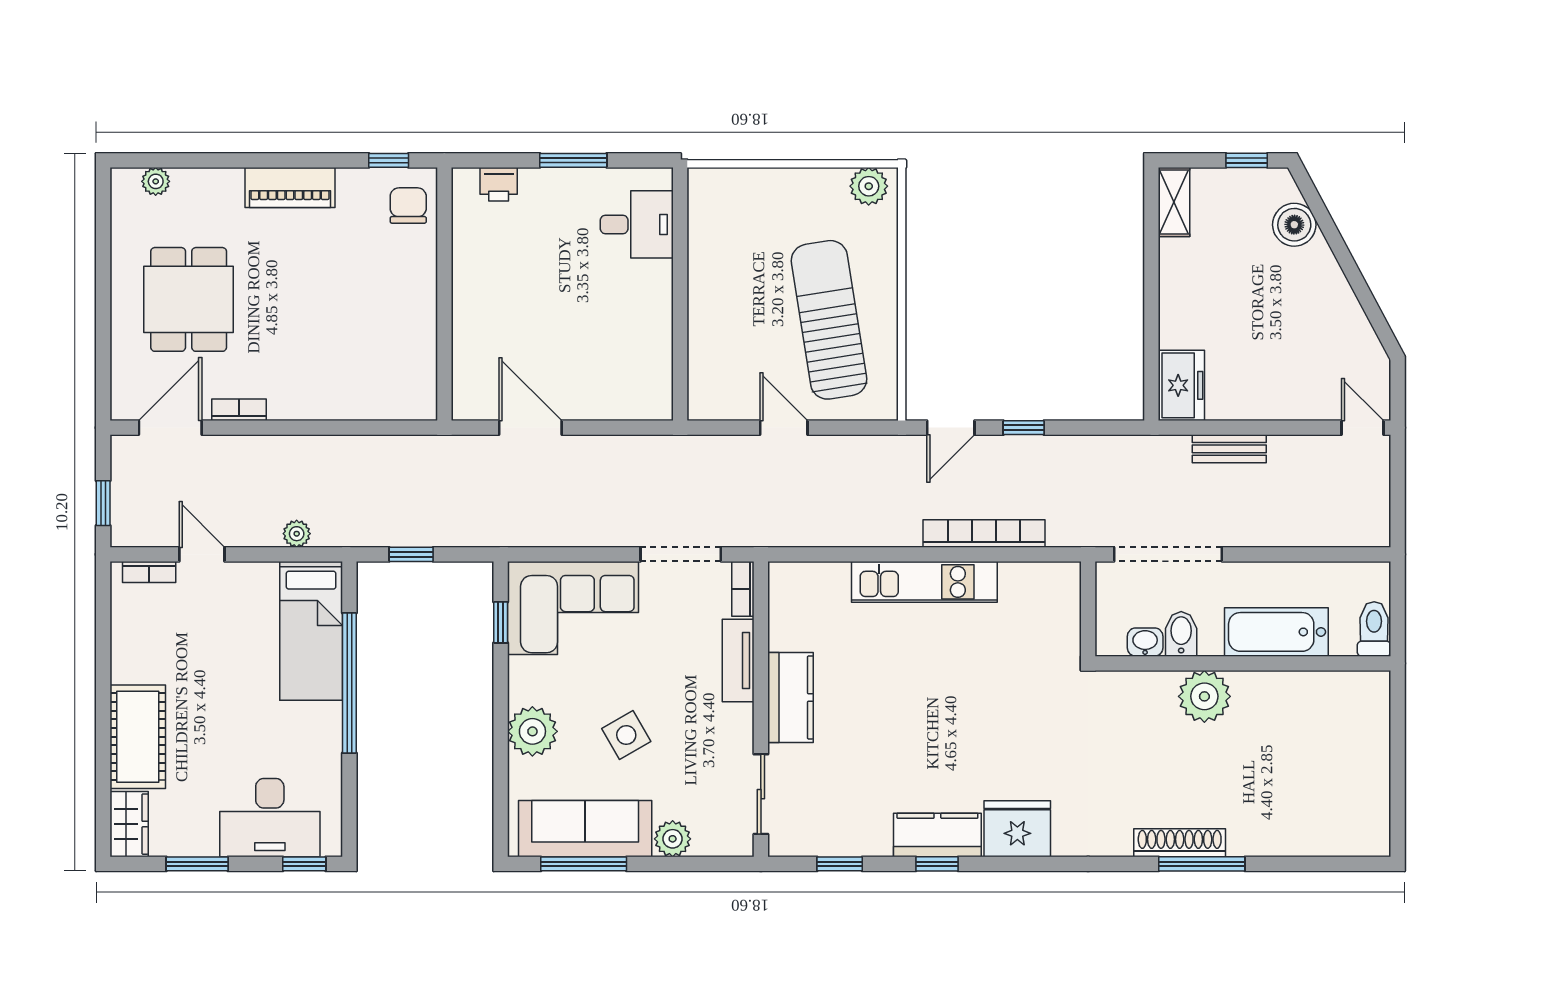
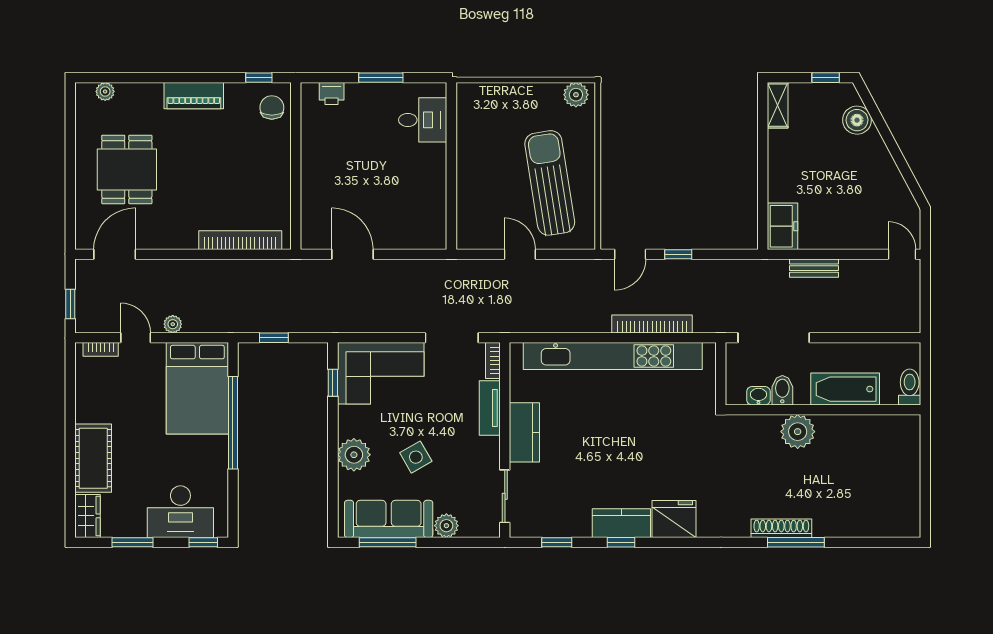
bookcase: (239, 410) -> (240, 240), moved, width x2.31, depth x1.31
plant: (297, 534) -> (173, 324), moved
kitchen unit: (924, 582) -> (613, 356), width x1.86
bed: (311, 631) -> (197, 388), width x1.50

